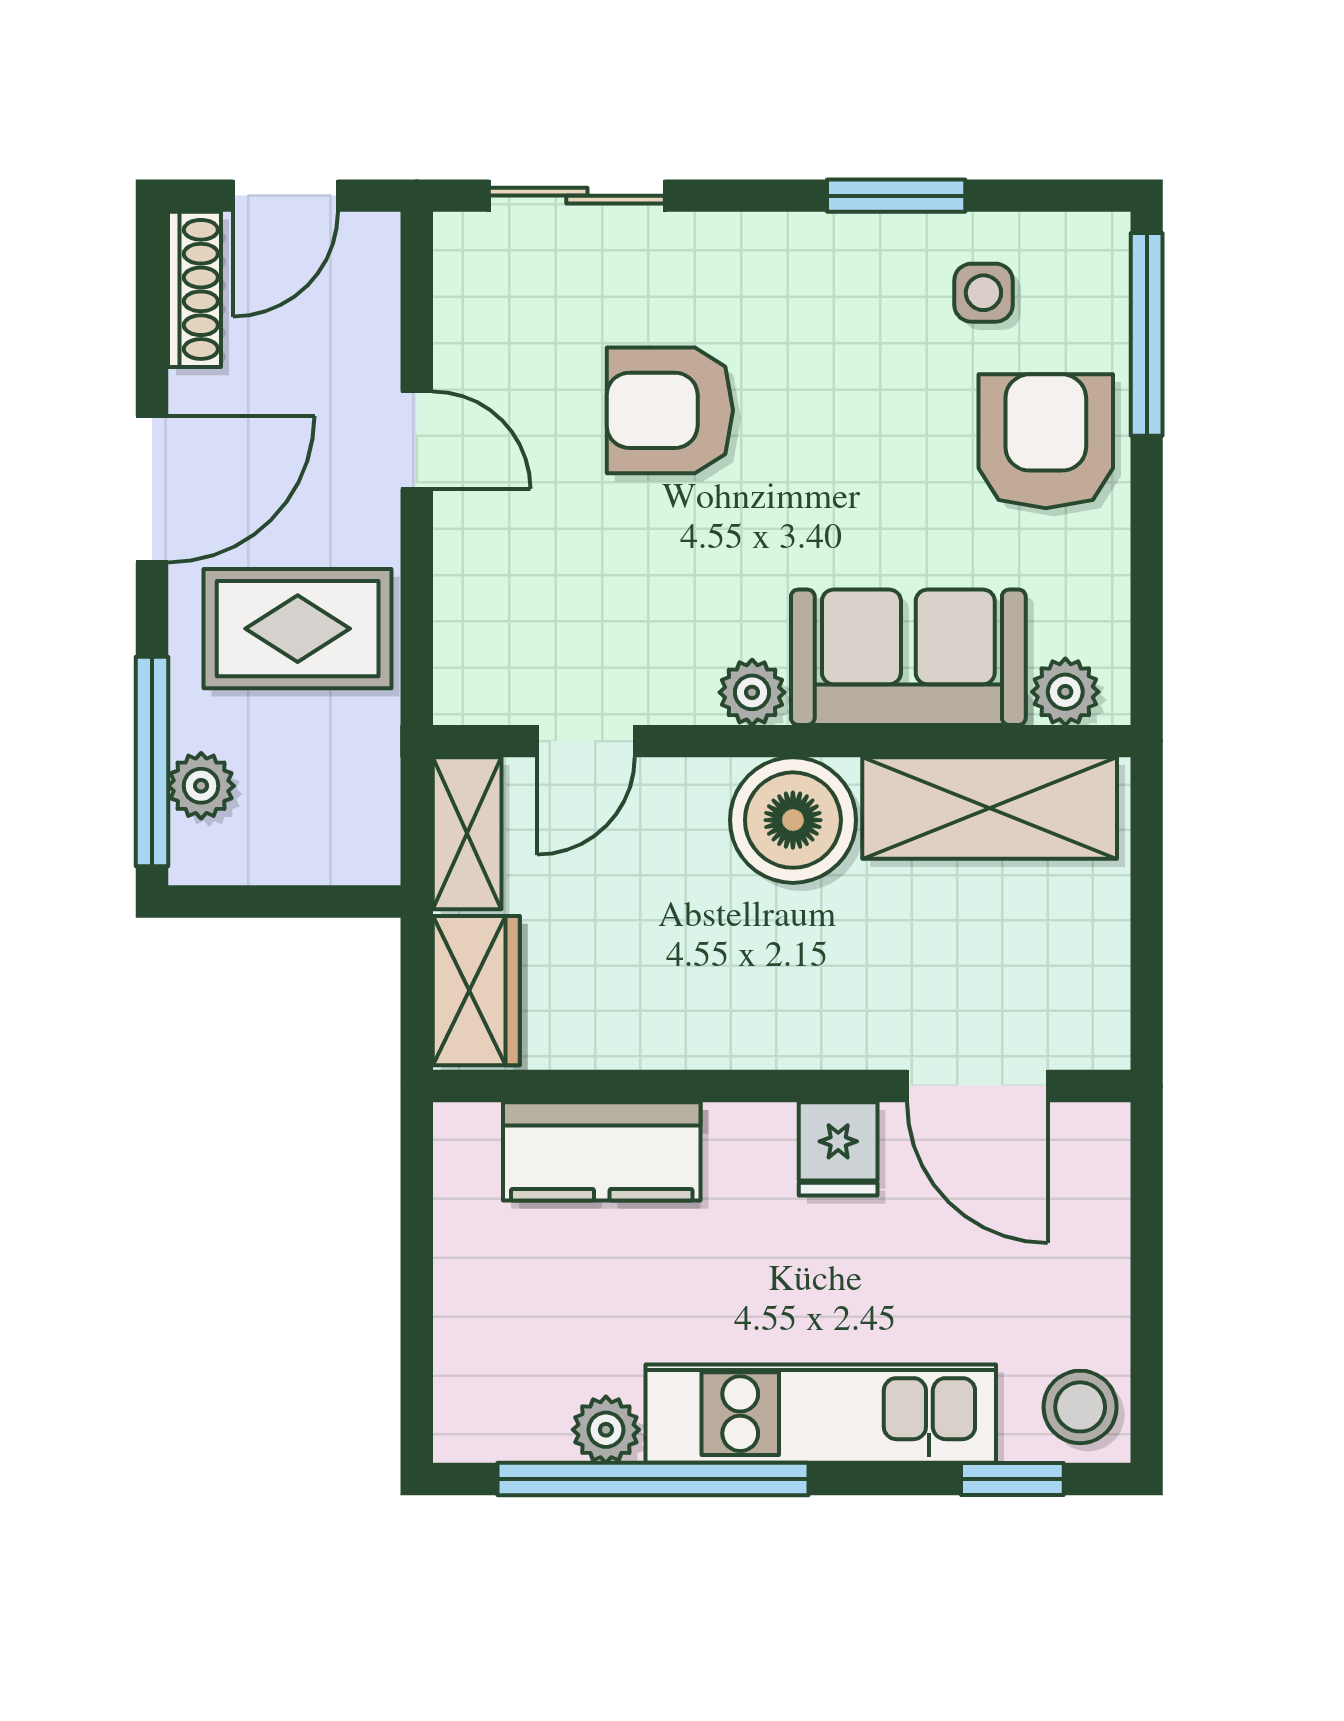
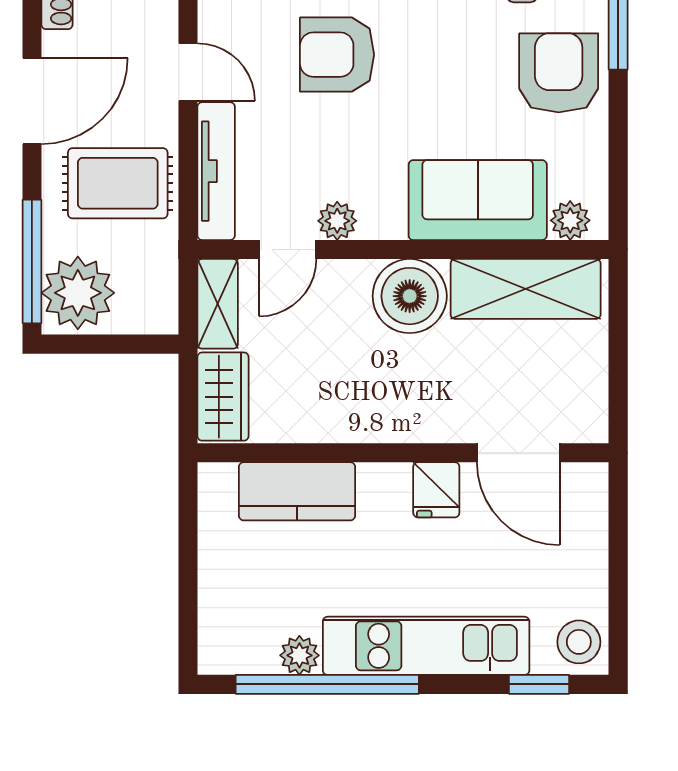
tv unit: (464, 608) -> (216, 171), added
plant: (752, 692) -> (337, 221), moved
plant: (201, 786) -> (78, 293), width x1.87, depth x1.87

